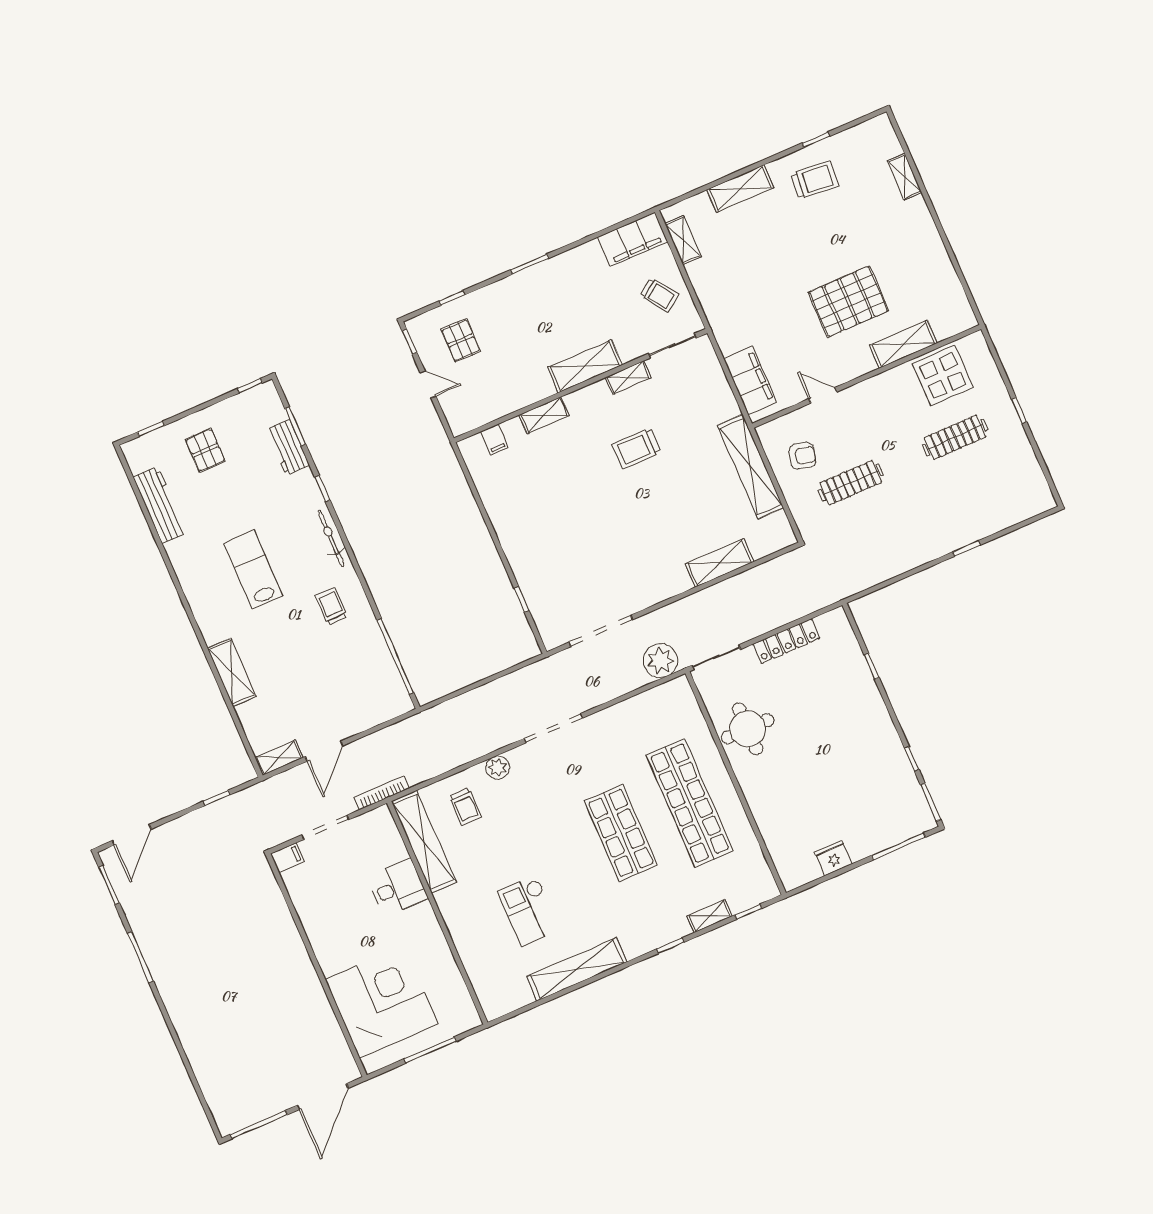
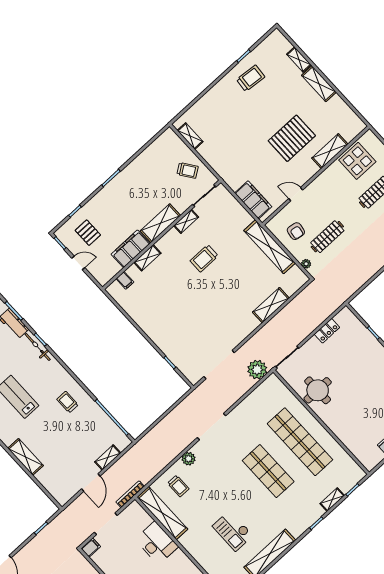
shelving: (740, 189) -> (319, 84), moved, turned 90
filing cabinet: (633, 239) -> (131, 249), moved, turned 180
armchair: (802, 456) -> (296, 231), turned 86
plant: (800, 515) -> (306, 264), added
bicycle: (331, 538) -> (38, 347), moved
locker: (786, 641) -> (327, 331), width x0.66
shelving: (279, 758) -> (108, 457), moved
desk: (398, 887) -> (157, 543), width x1.37

